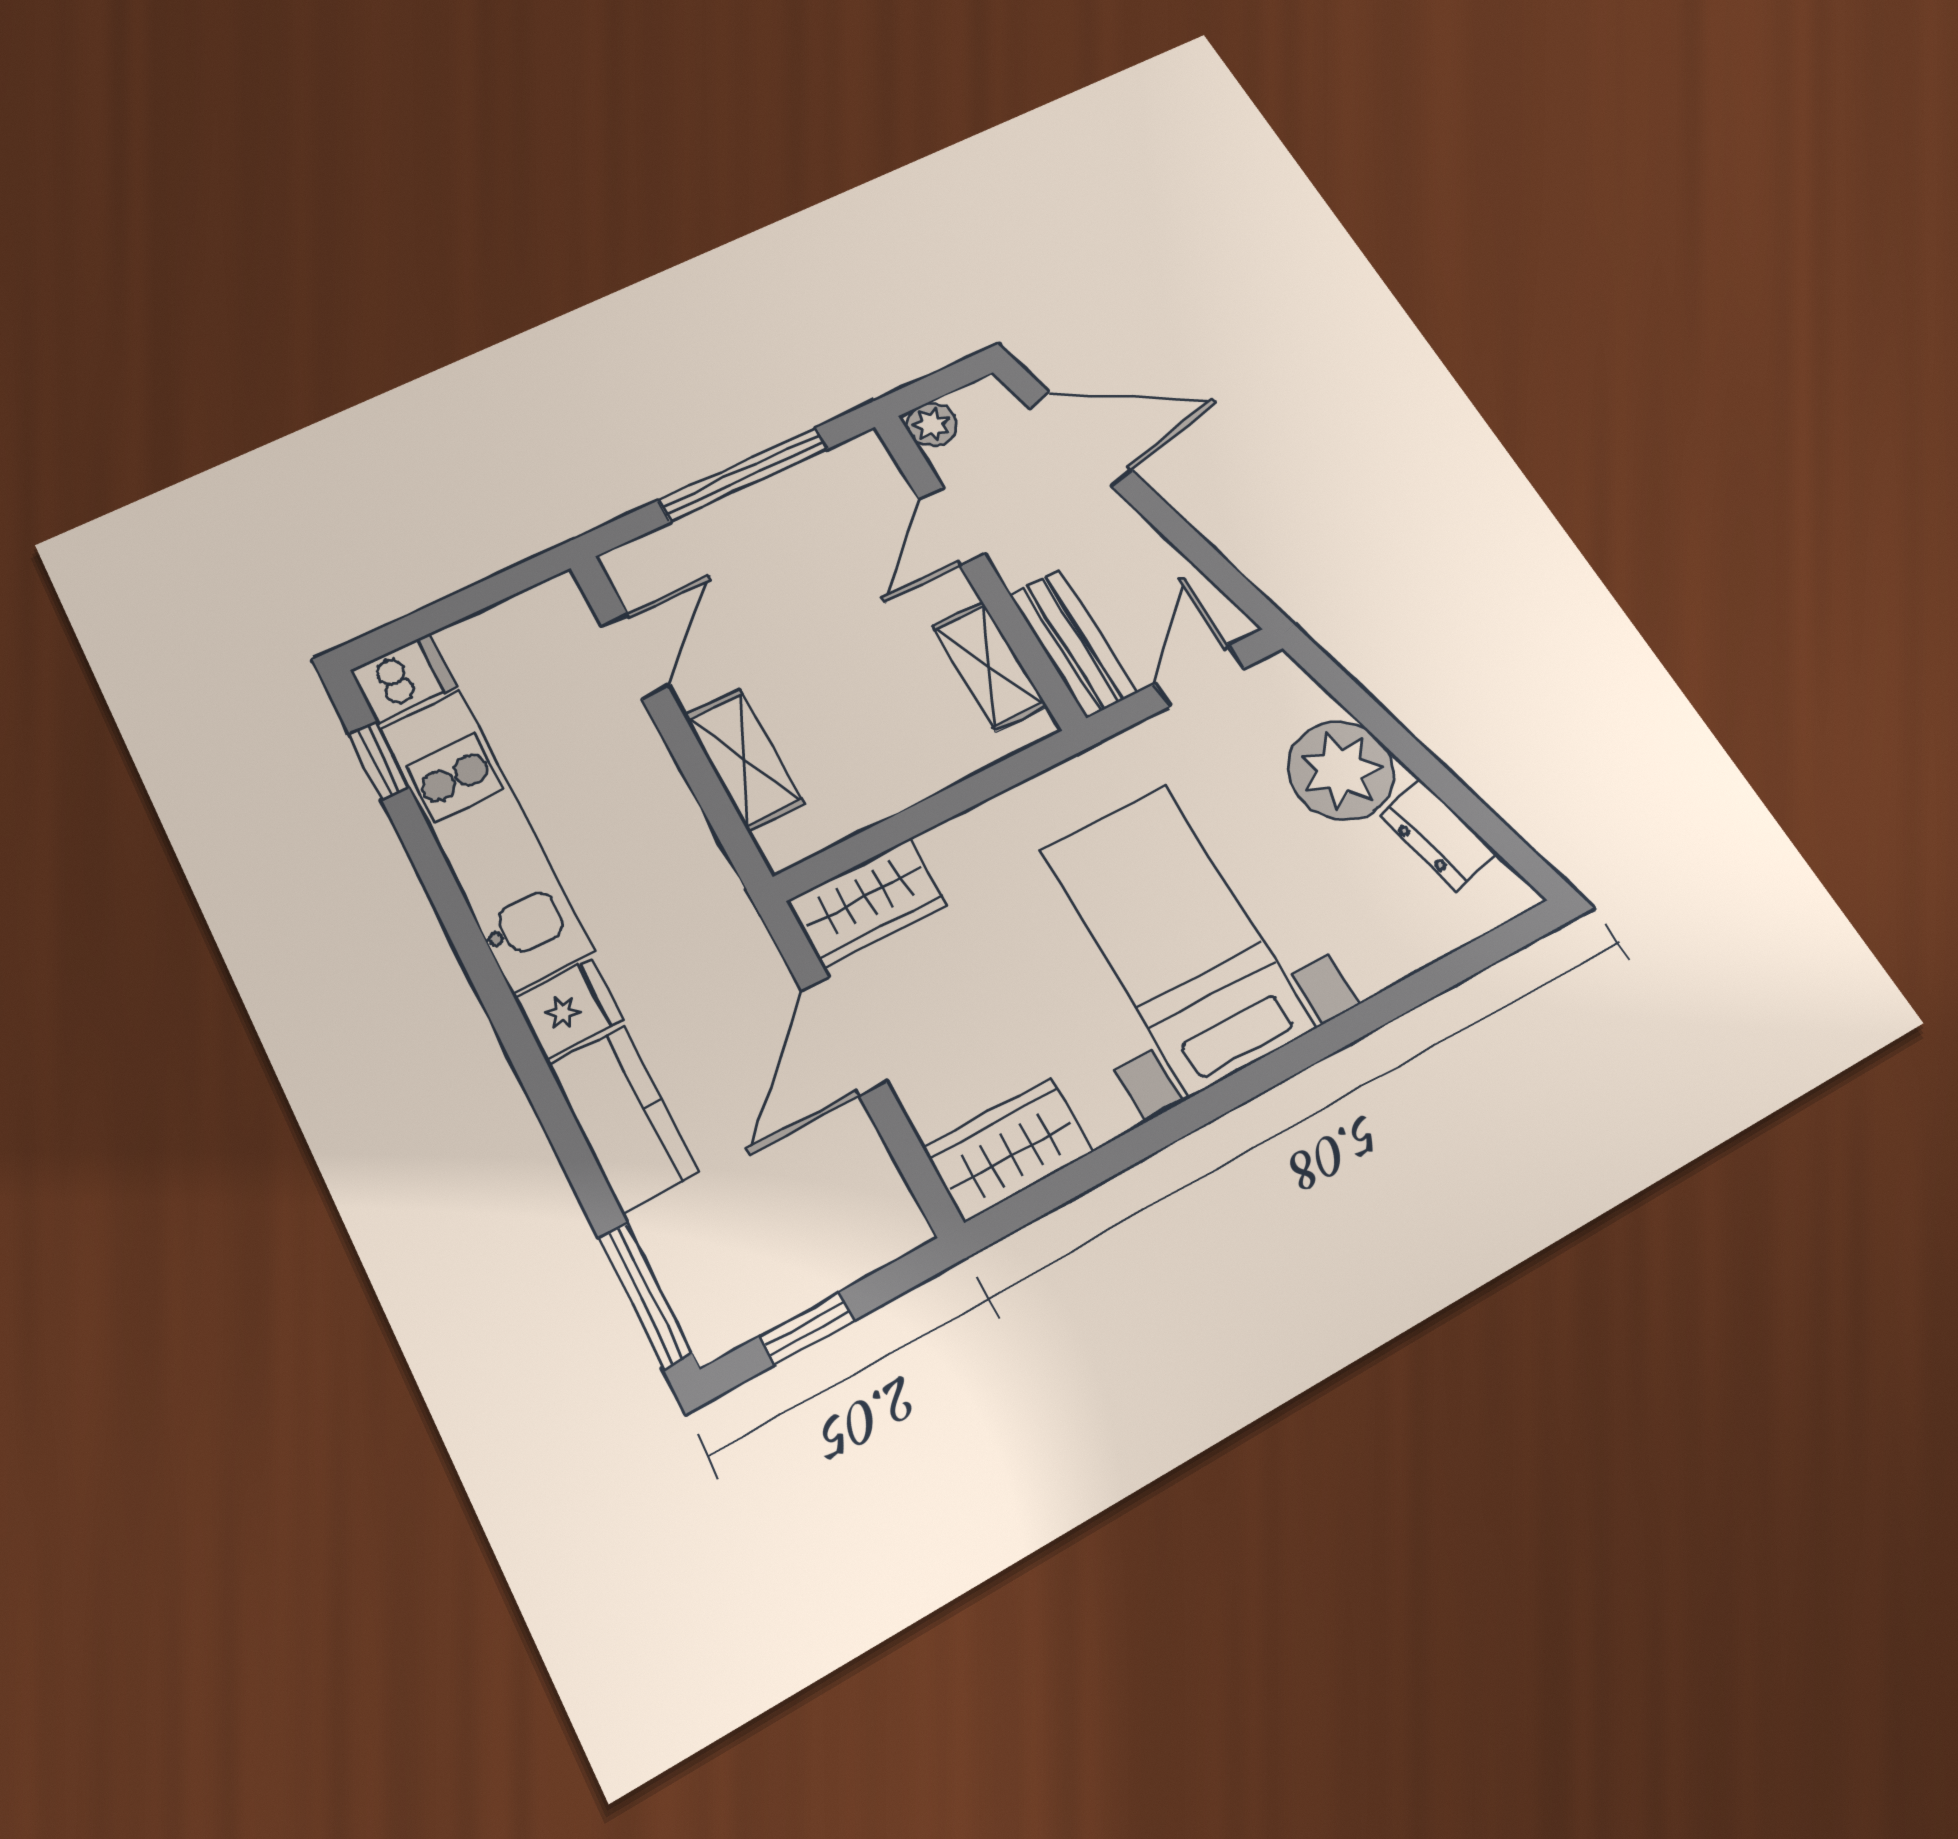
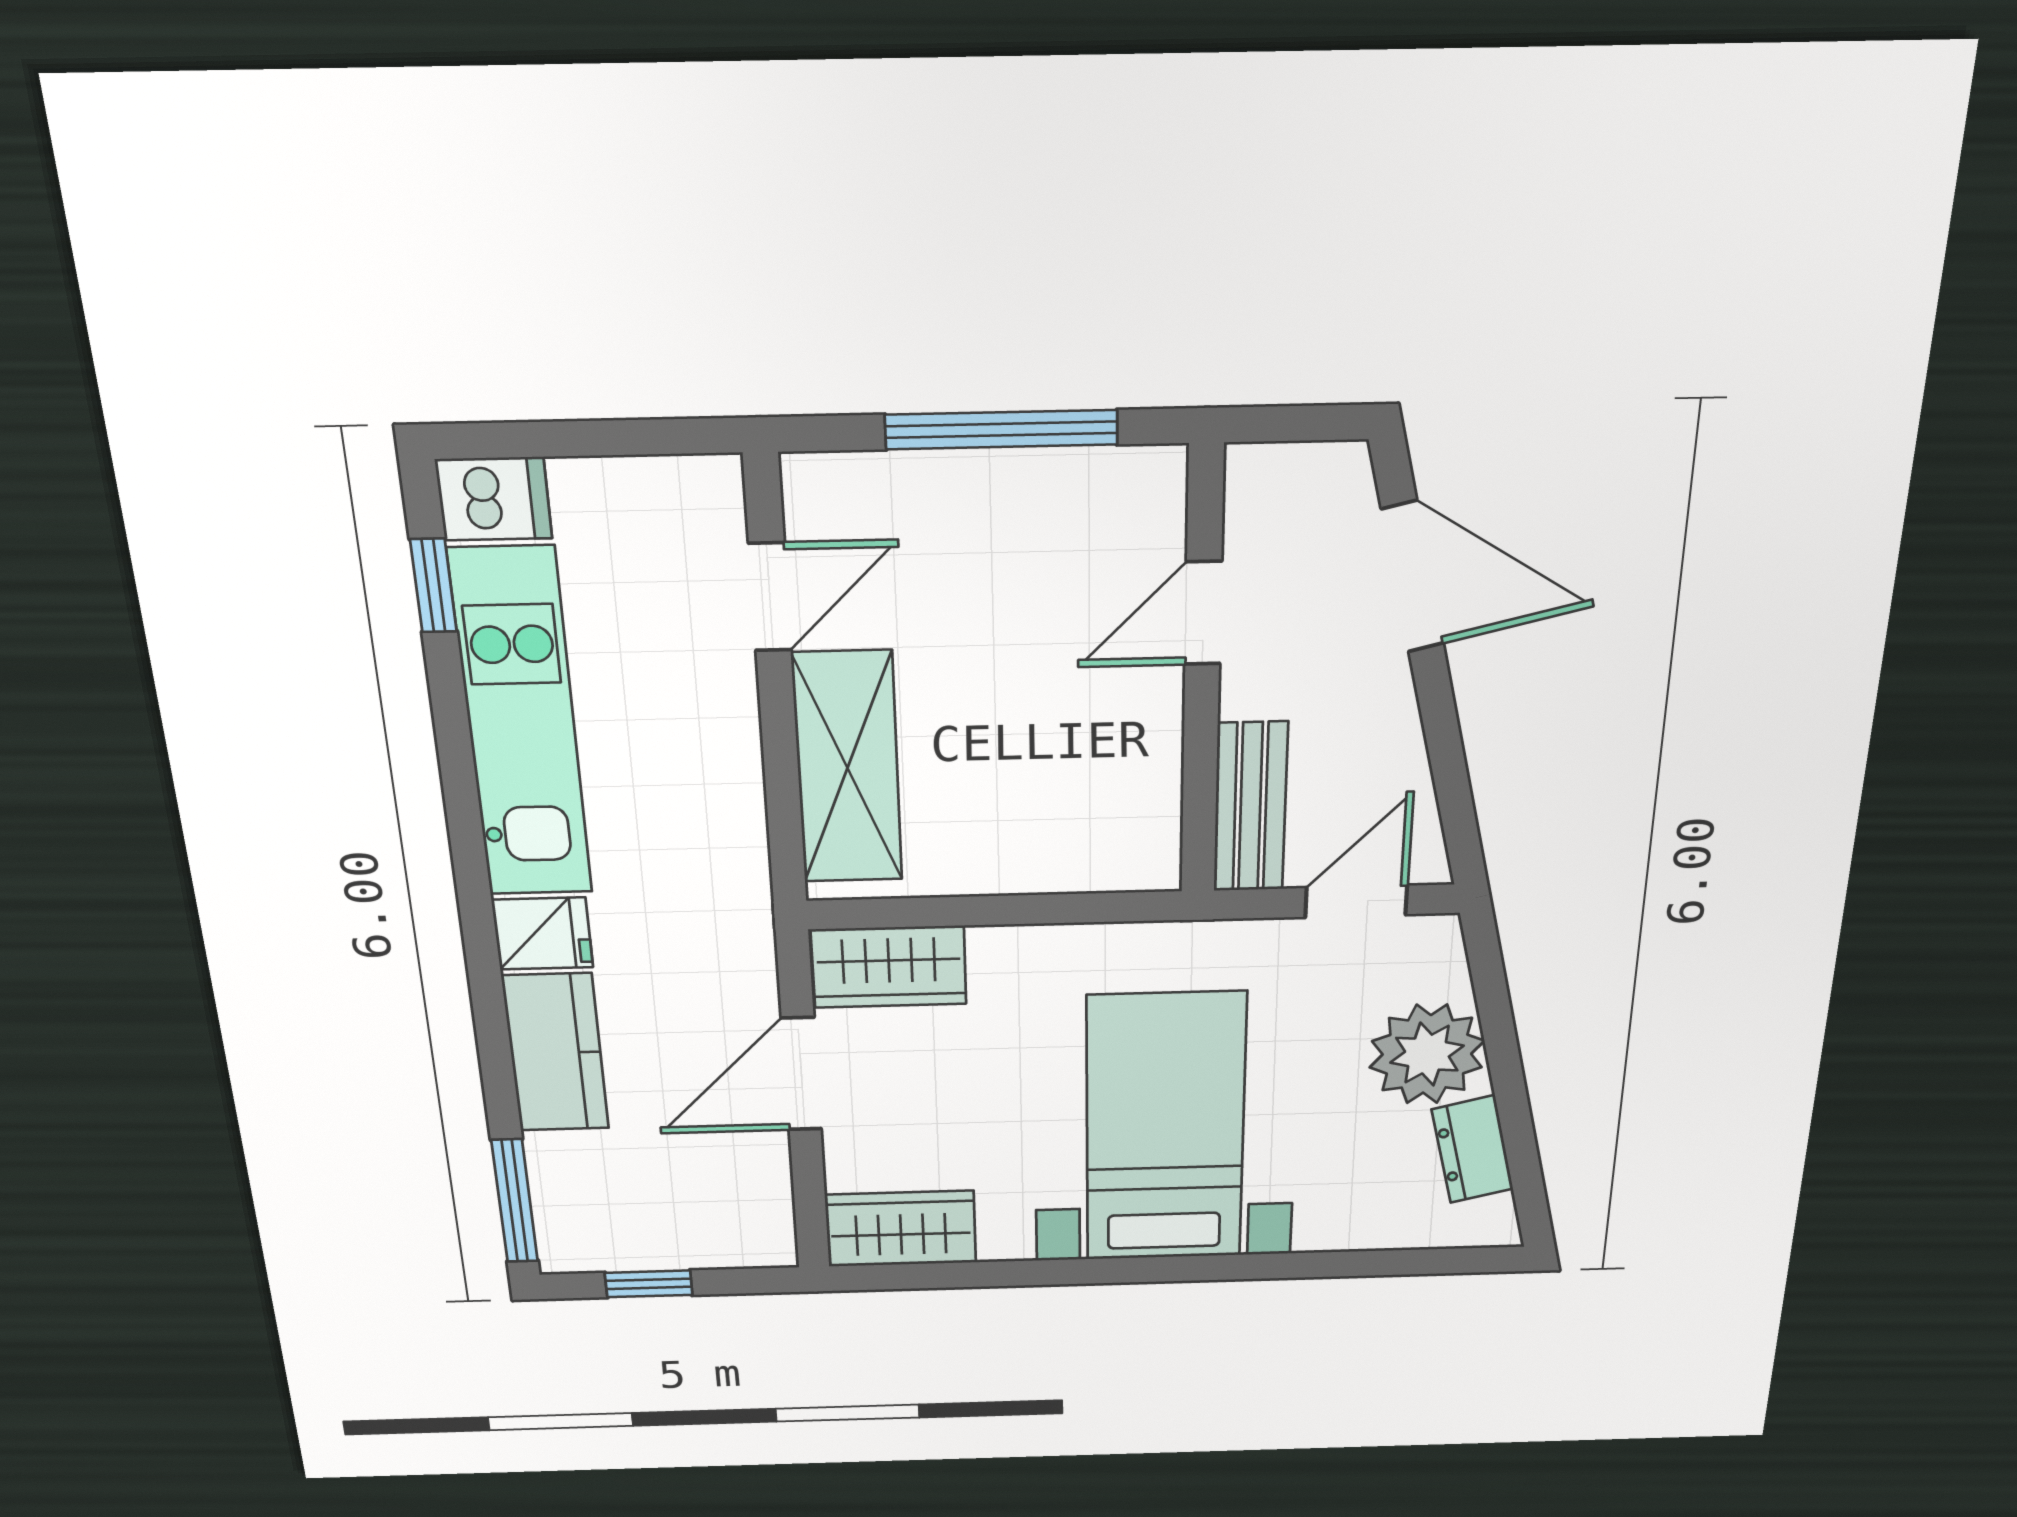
plant: (932, 425) -> (1257, 474), removed
shelving: (989, 666) -> (1149, 790), removed
shelving: (744, 759) -> (847, 768), width x1.50, depth x1.33

